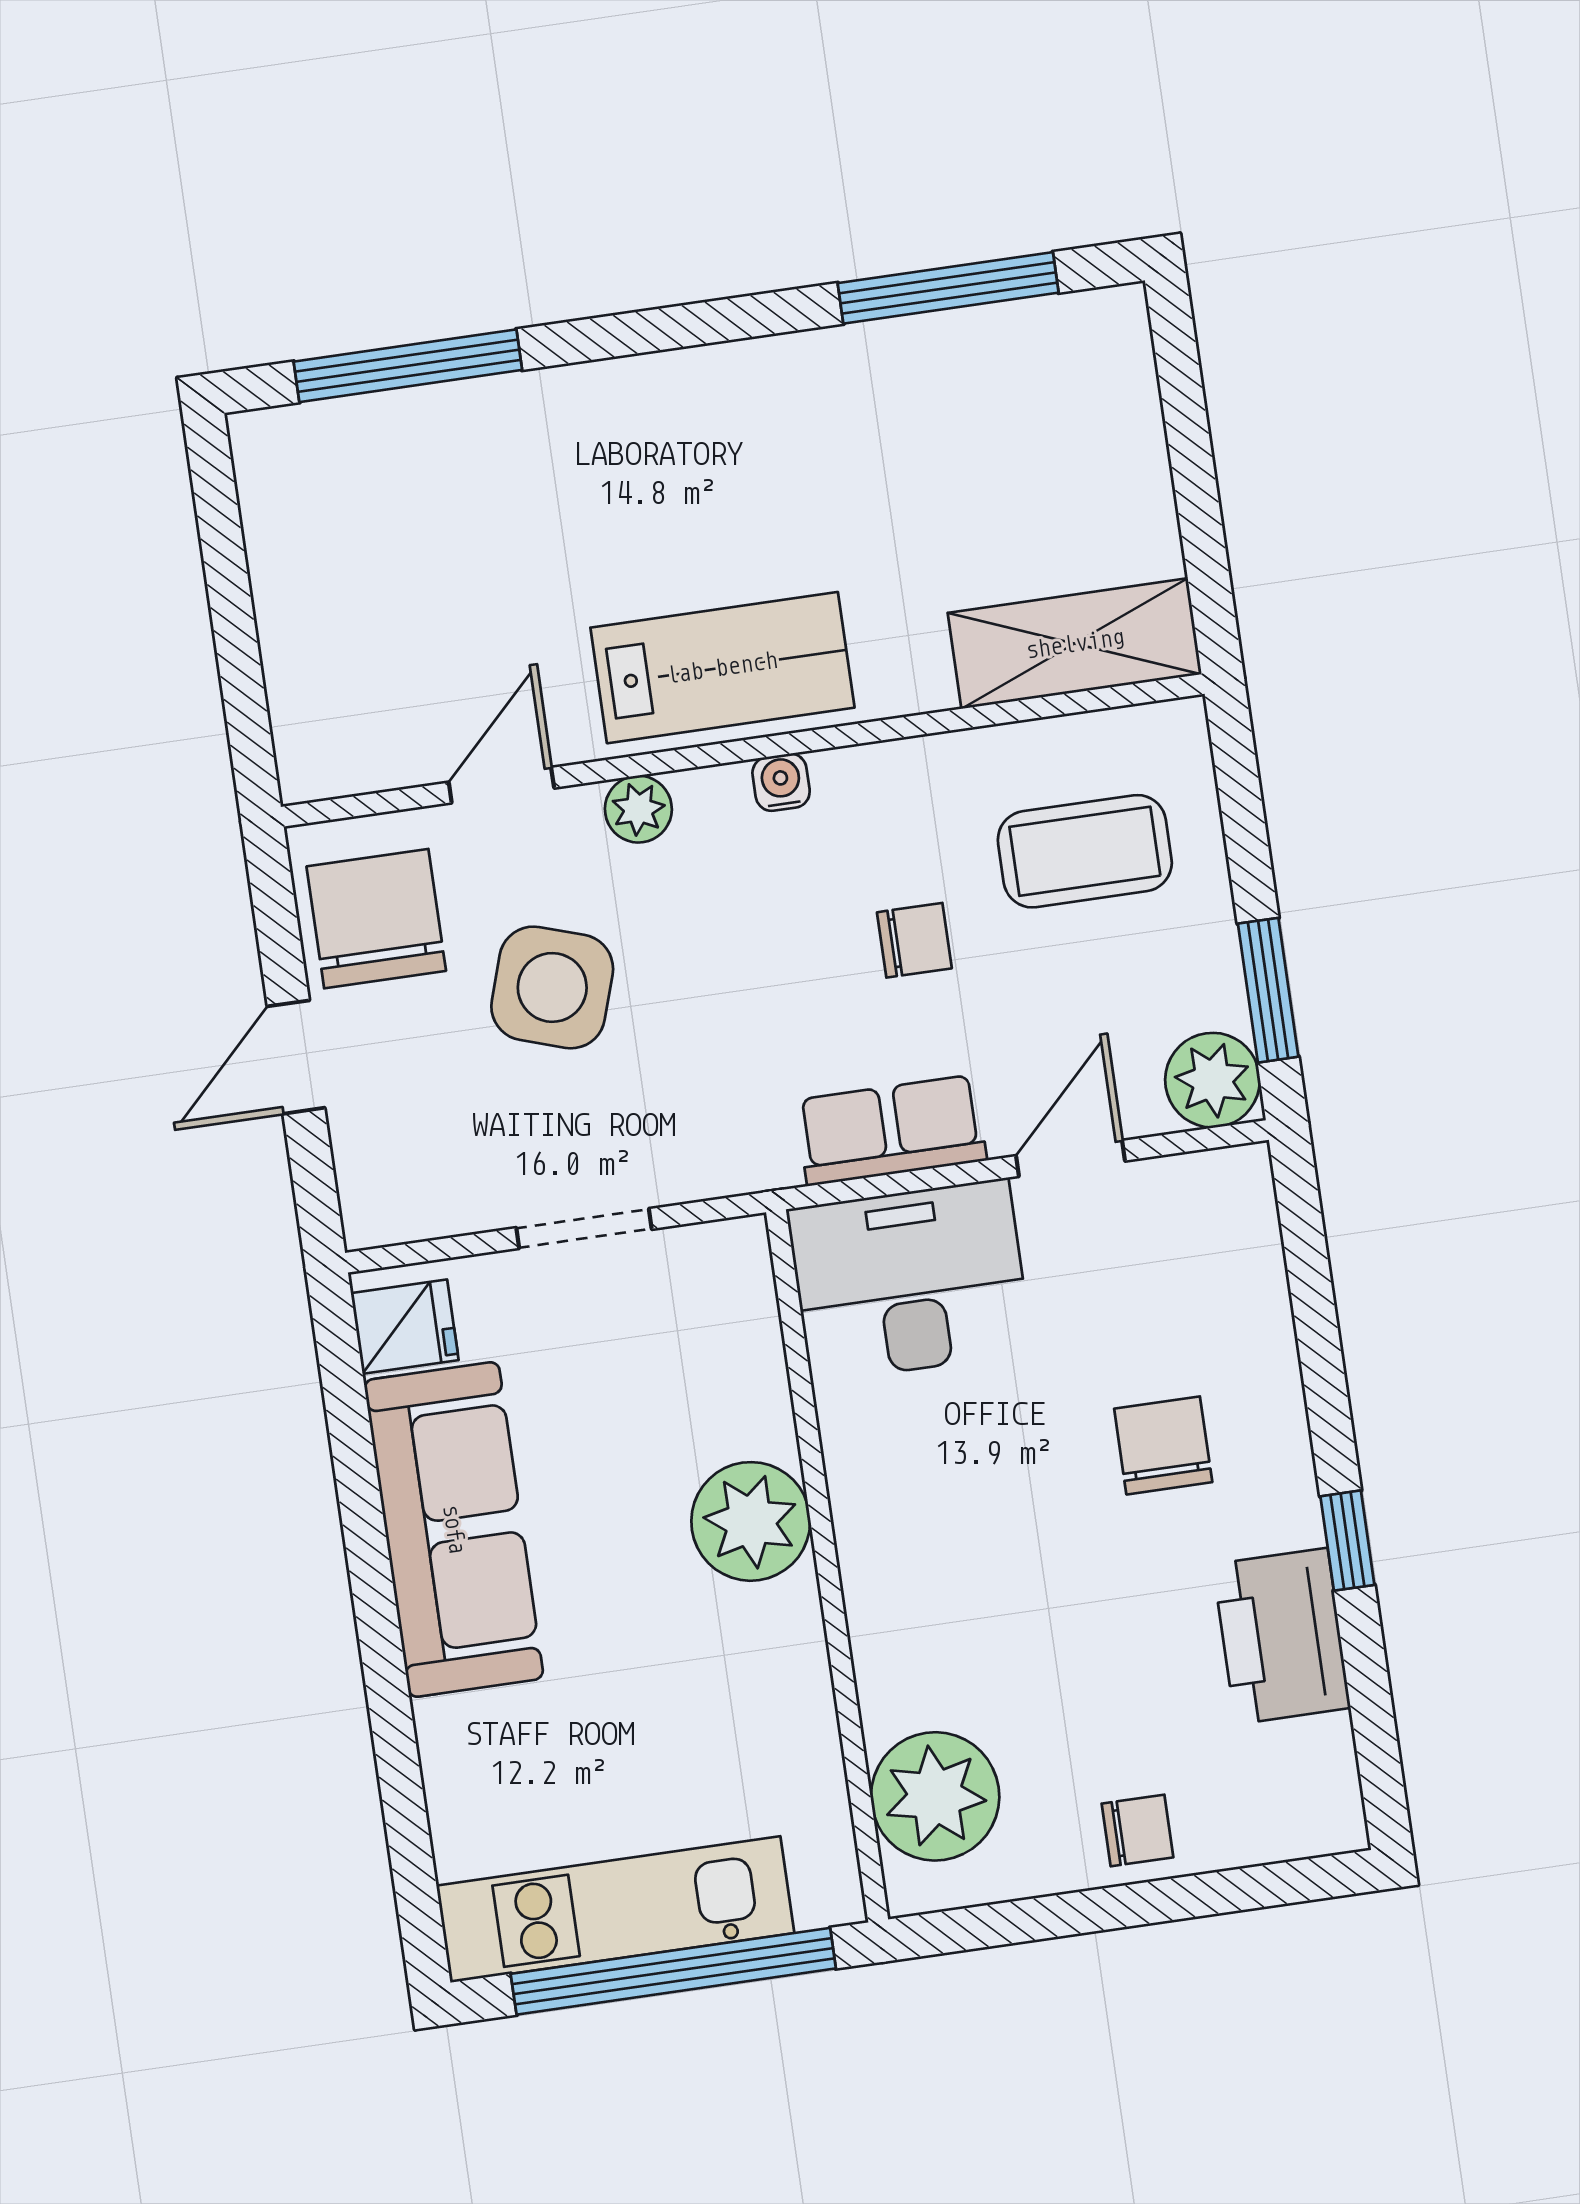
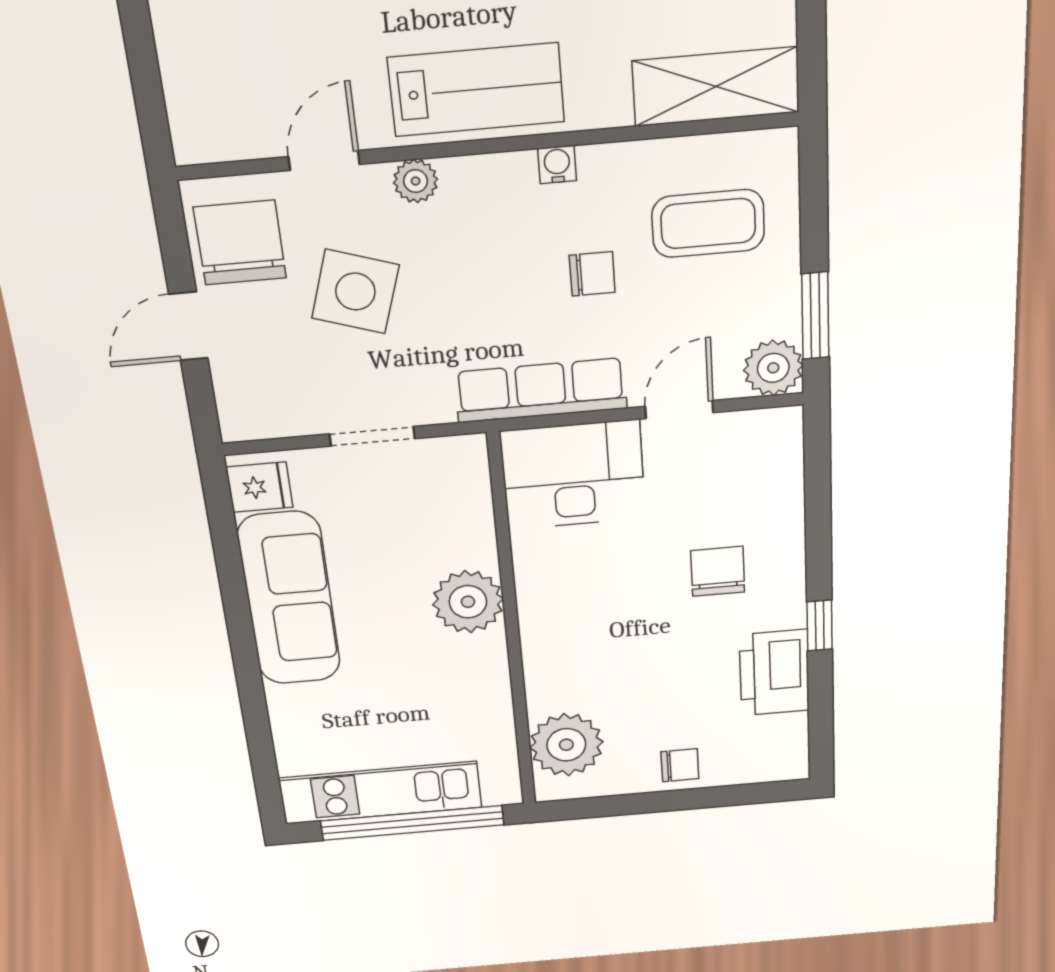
water cooler: (781, 782) -> (557, 164), moved
row of seats: (891, 1130) -> (541, 390), width x1.48

